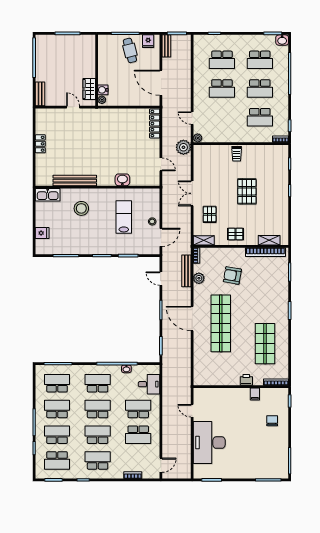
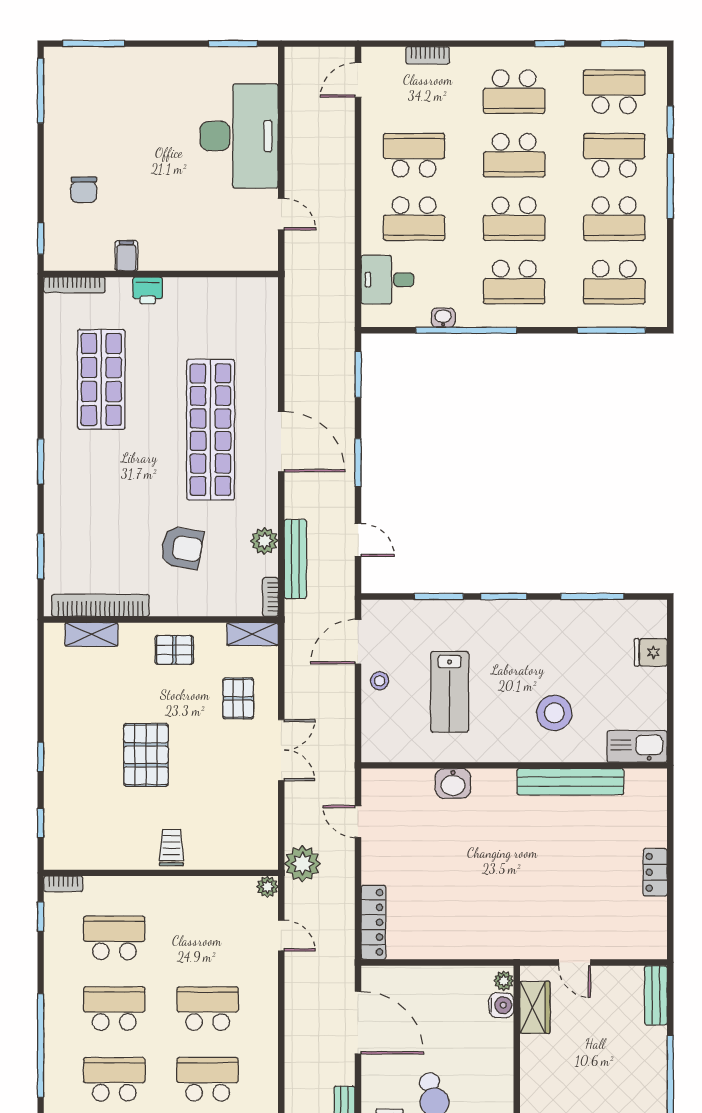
school desk: (57, 435) -> (614, 155), turned 180

